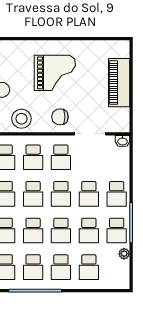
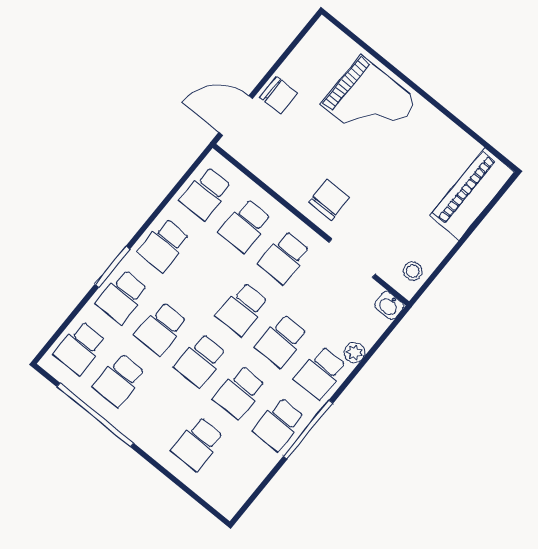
grand piano: (55, 73) -> (369, 102), moved
piano: (119, 83) -> (472, 194), moved
chair: (60, 117) -> (329, 200), turned 90
stool: (21, 119) -> (413, 271), moved, width x0.53, depth x0.53
school desk: (33, 194) -> (203, 277), removed
plant: (124, 254) -> (354, 353), moved
school desk: (61, 267) -> (158, 412), removed

